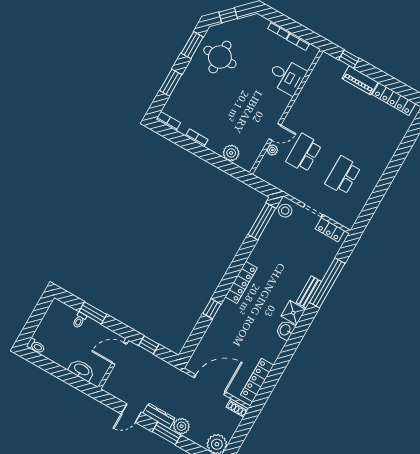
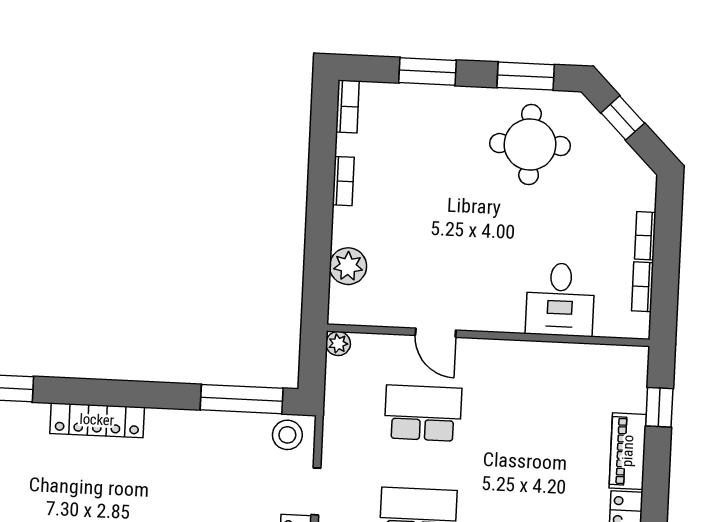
plant: (272, 150) -> (338, 344), moved

